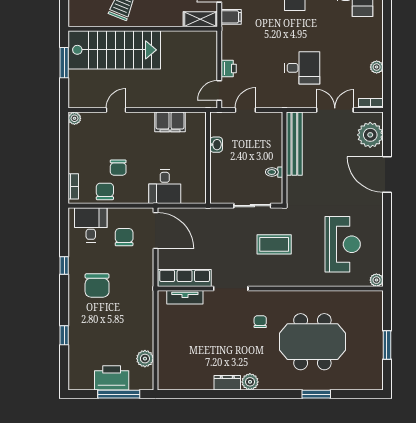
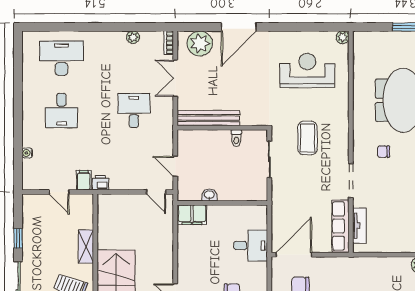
shelving: (200, 19) -> (86, 246), moved
printer: (229, 69) -> (101, 183), moved
filing cabinet: (170, 122) -> (192, 215), moved, turned 90

